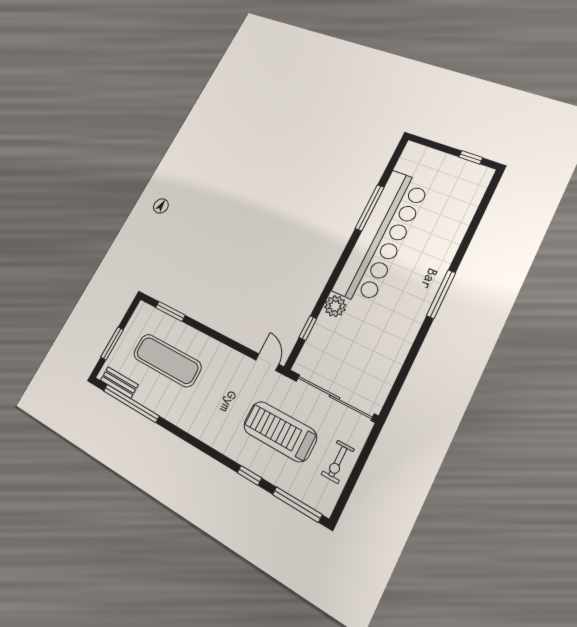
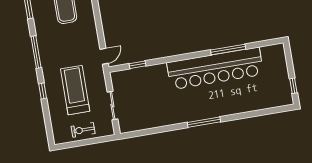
plant: (335, 306) -> (160, 71), removed
sliding door: (334, 397) -> (112, 105), width x0.54
window: (297, 504) -> (36, 52), moved

